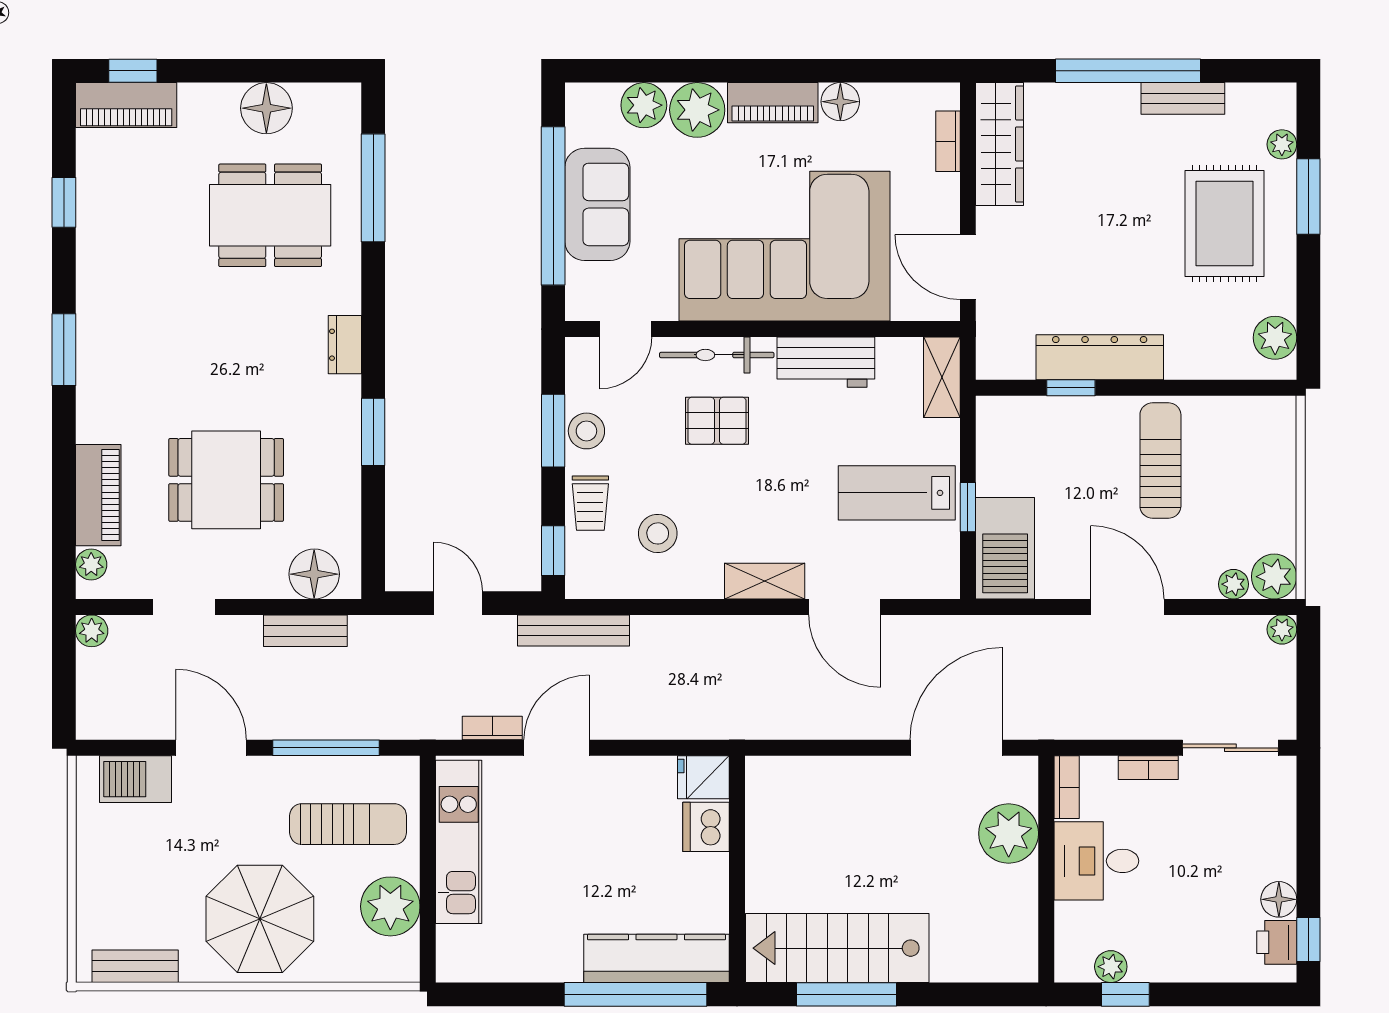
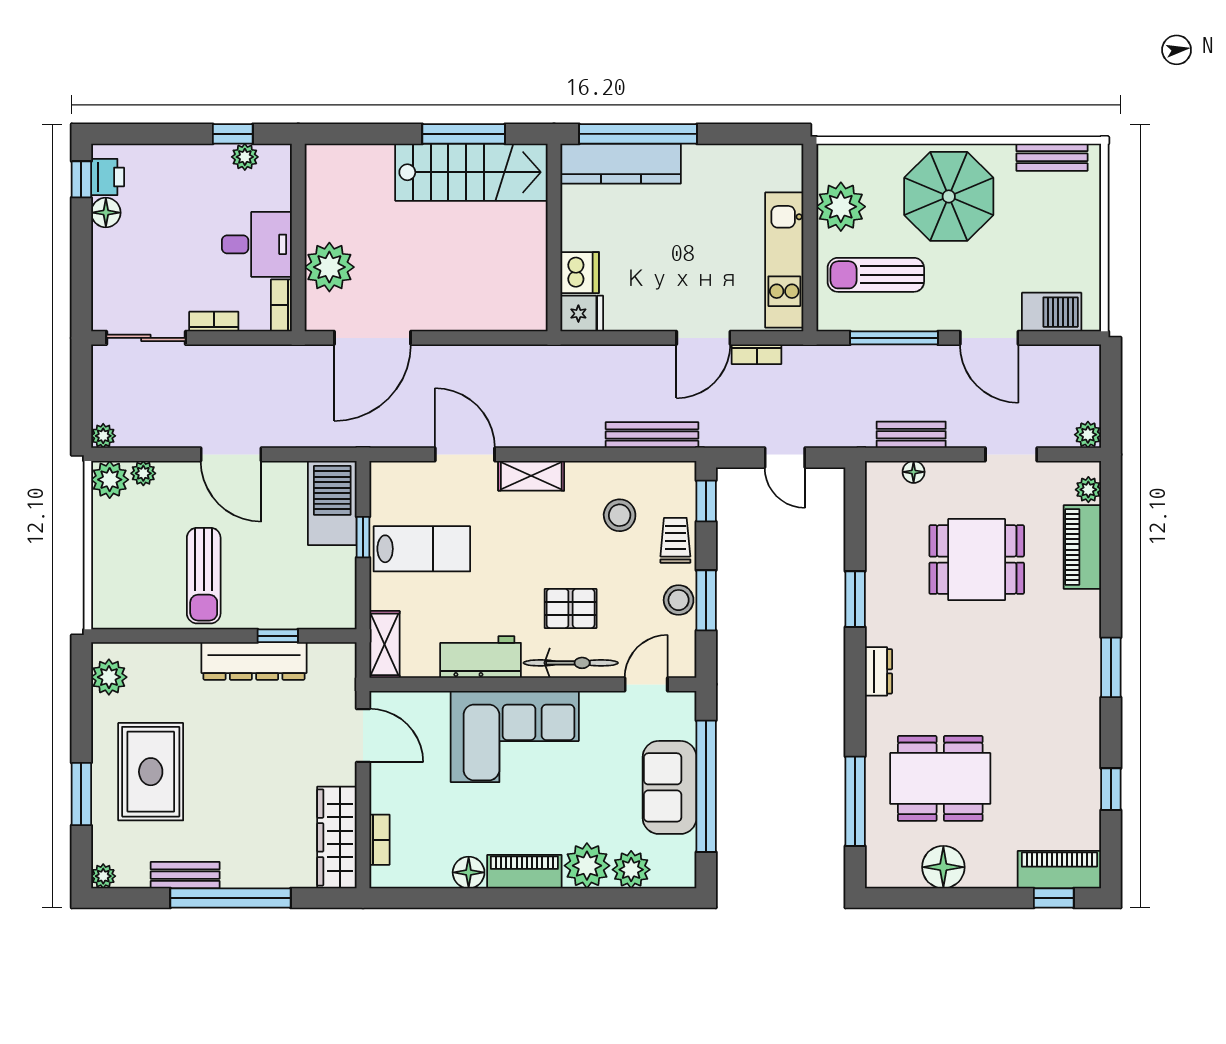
plant: (1282, 144) -> (103, 876), moved
corner sofa: (784, 246) -> (515, 737), width x0.73, depth x0.74
floor lamp: (314, 574) -> (914, 472), width x0.53, depth x0.53
bench: (574, 630) -> (652, 435), moved

